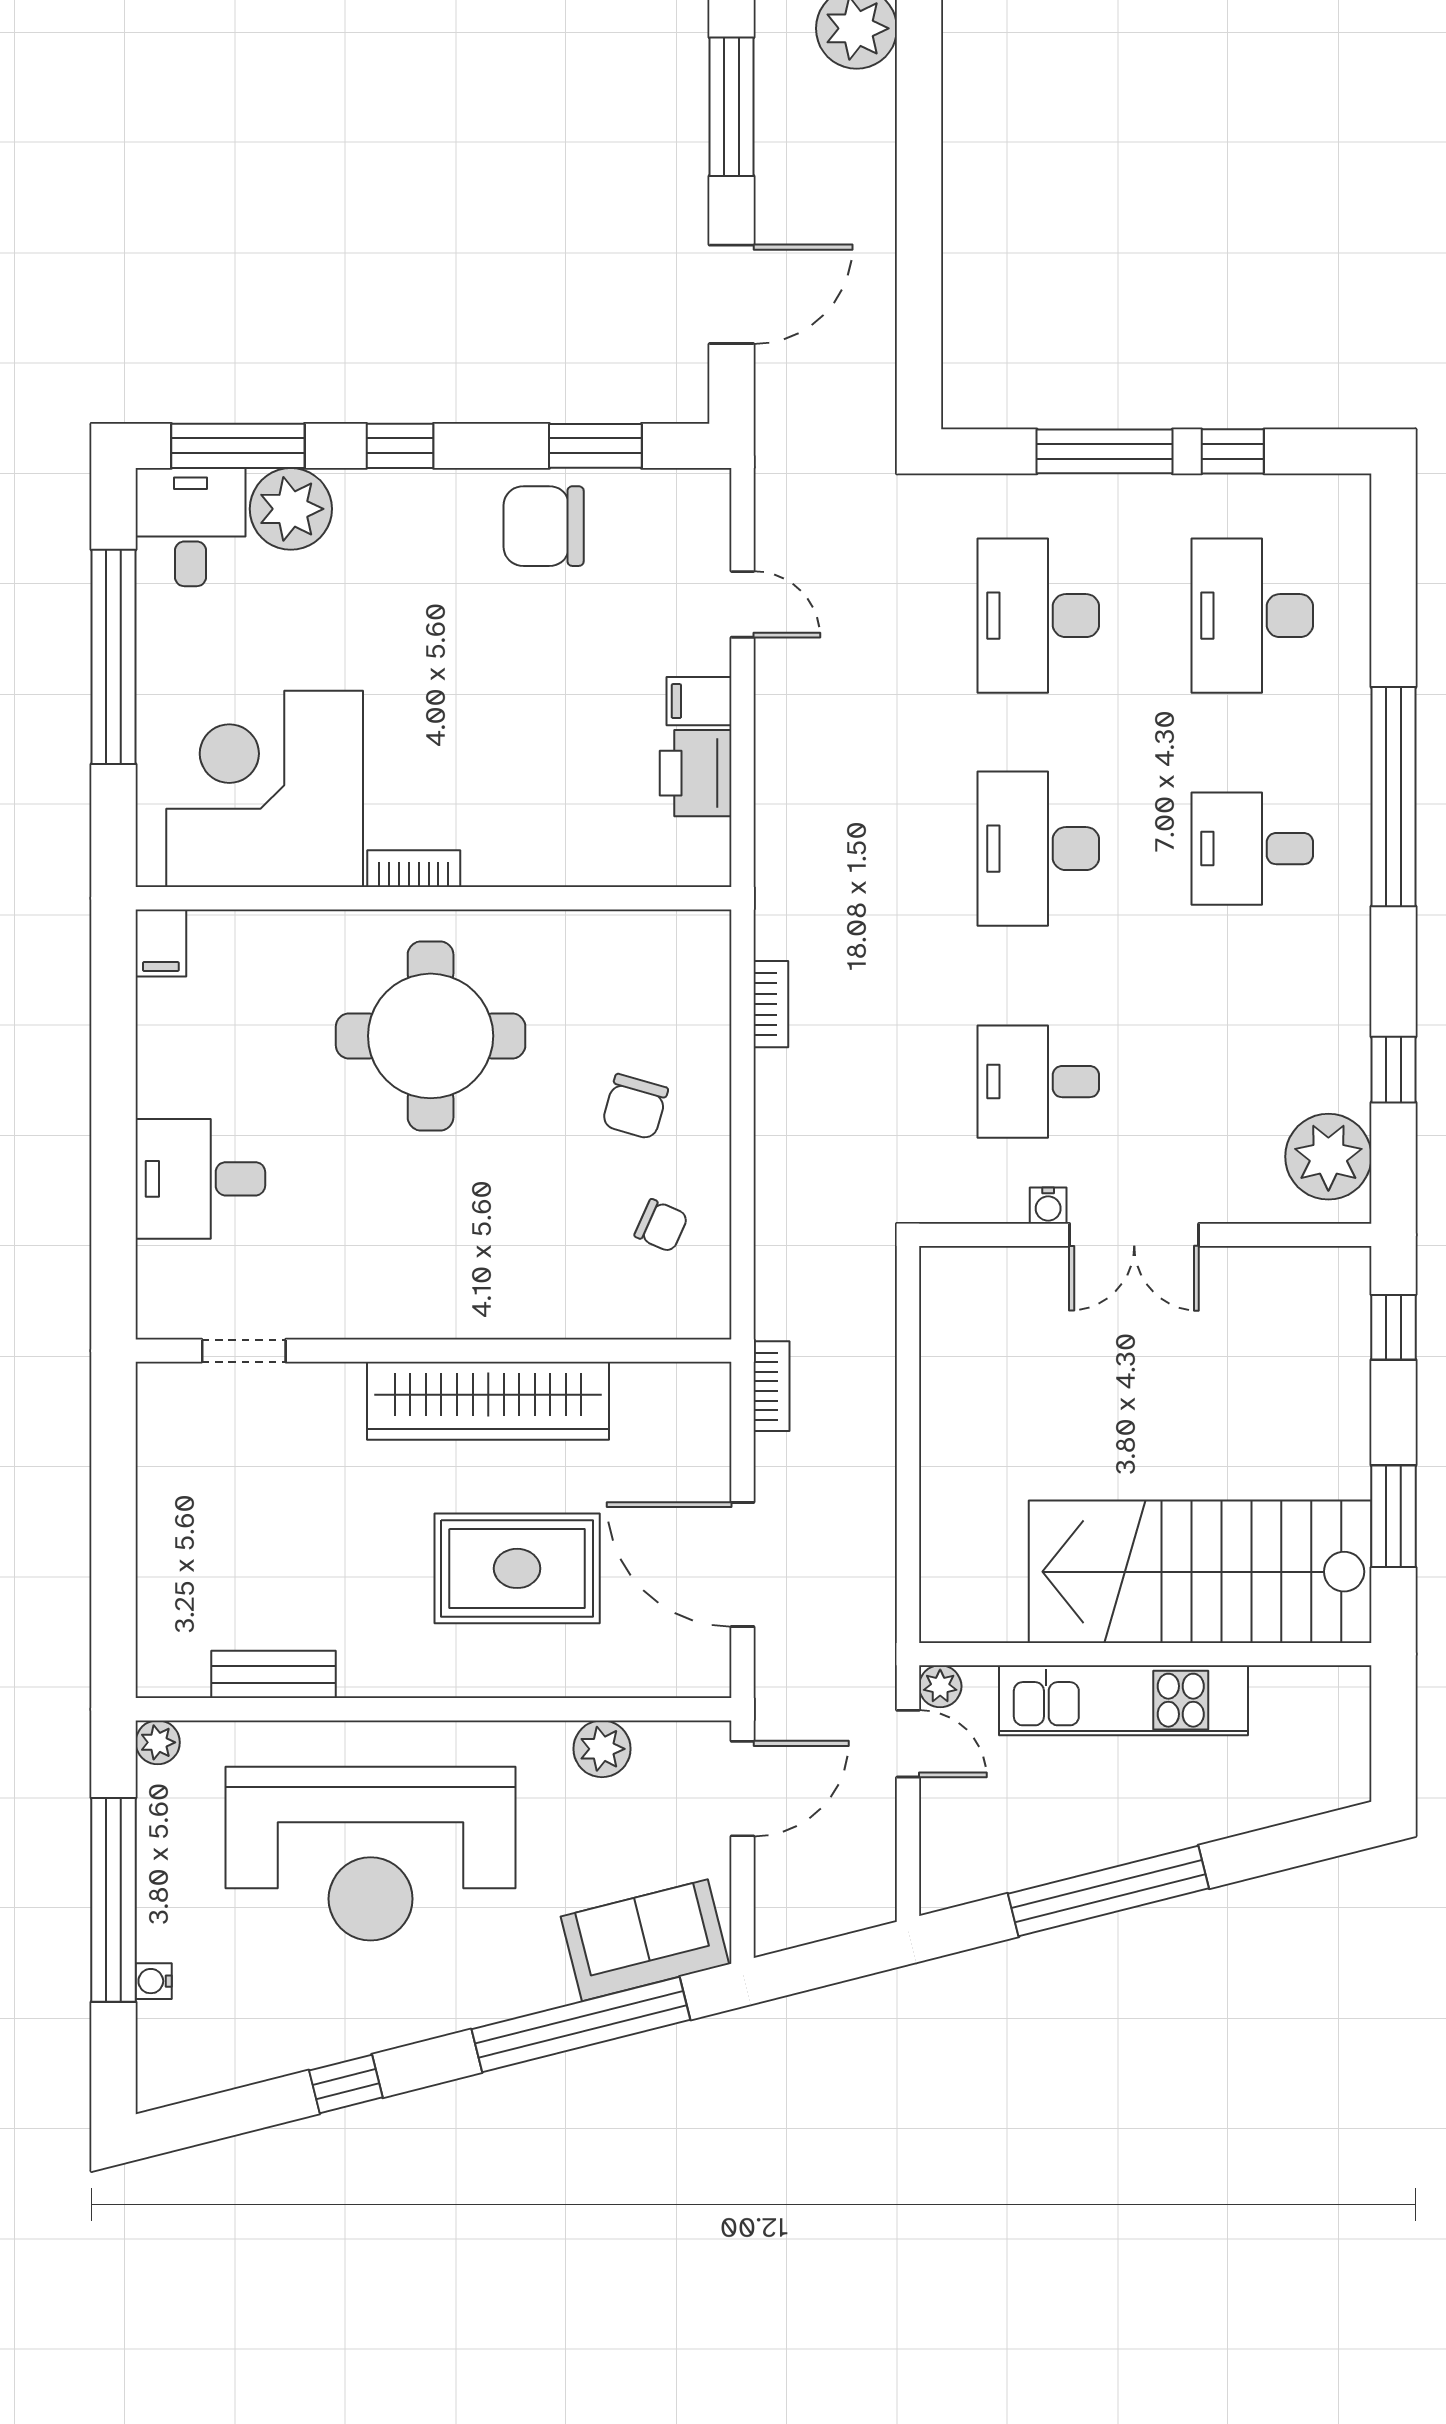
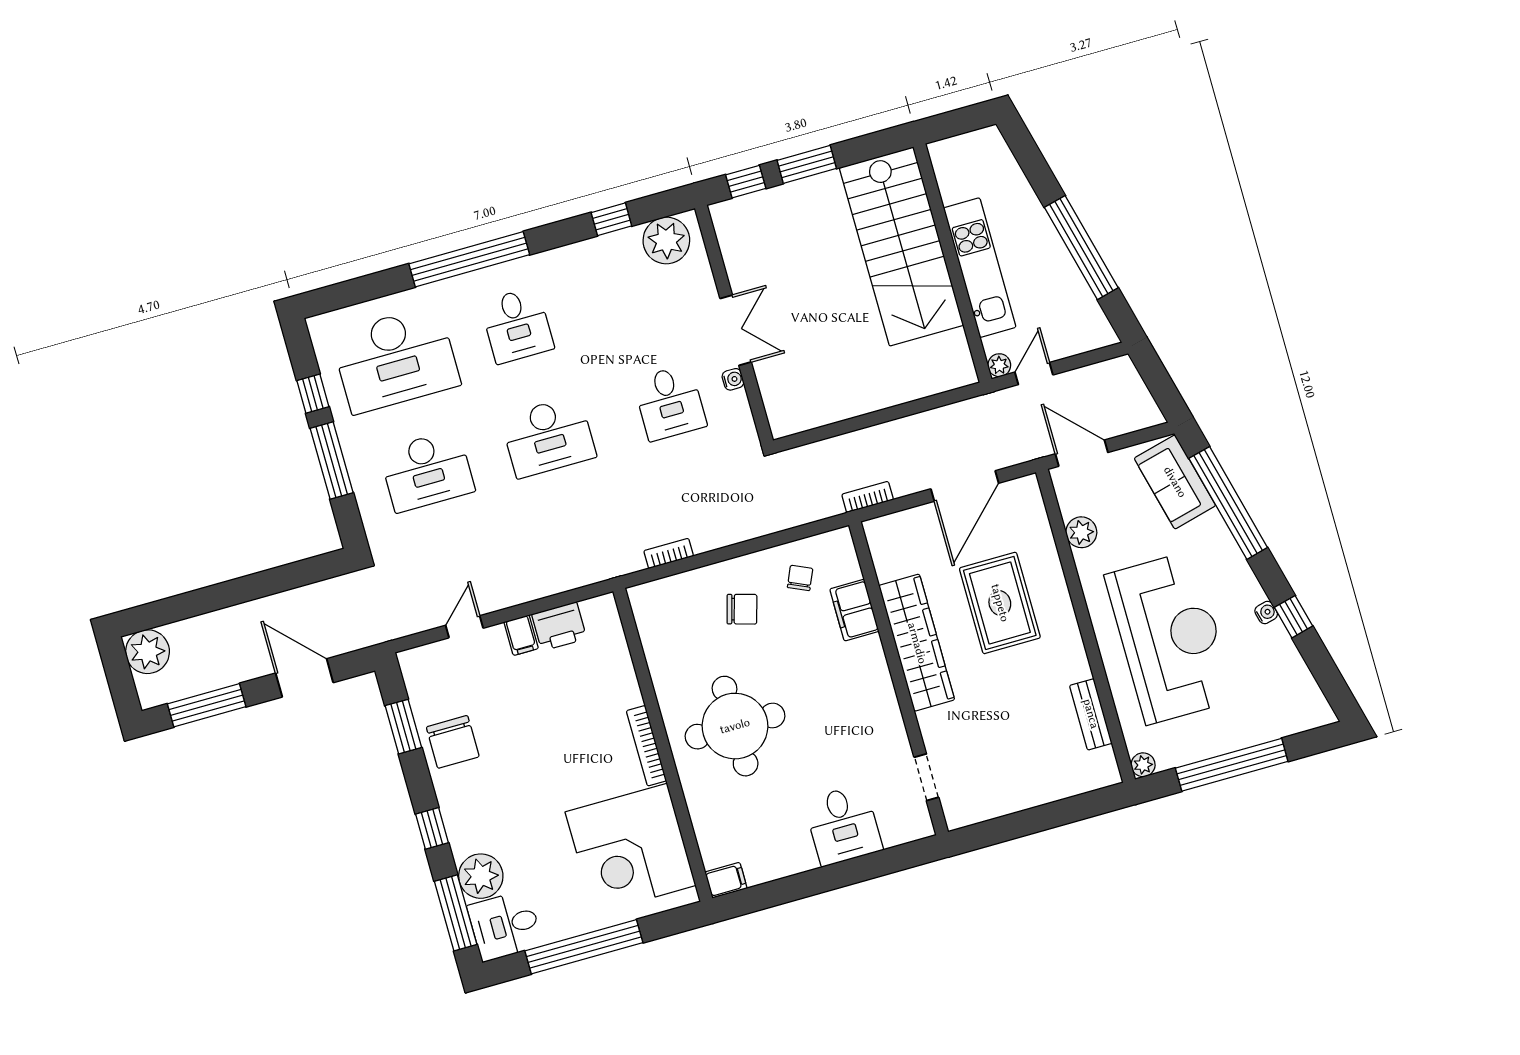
desk: (1252, 616) -> (396, 359), width x1.36, depth x1.30
bookcase: (414, 869) -> (646, 746), width x1.56
filing cabinet: (577, 1306) -> (854, 610), added
window: (1394, 1516) -> (807, 164), moved
water cooler: (154, 1981) -> (1266, 613), moved, turned -104

